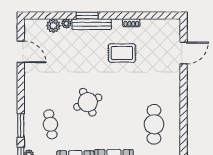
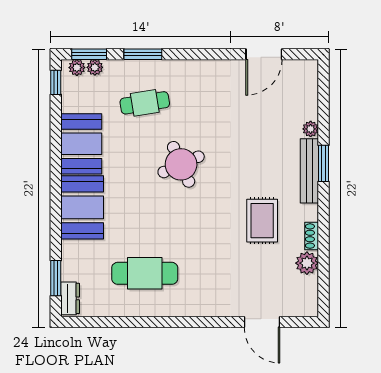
plant: (53, 26) -> (307, 263), moved

